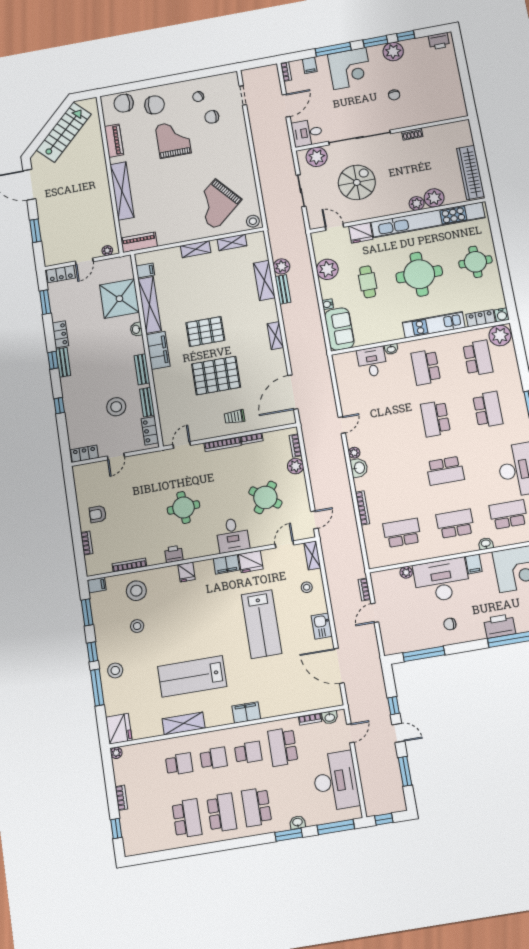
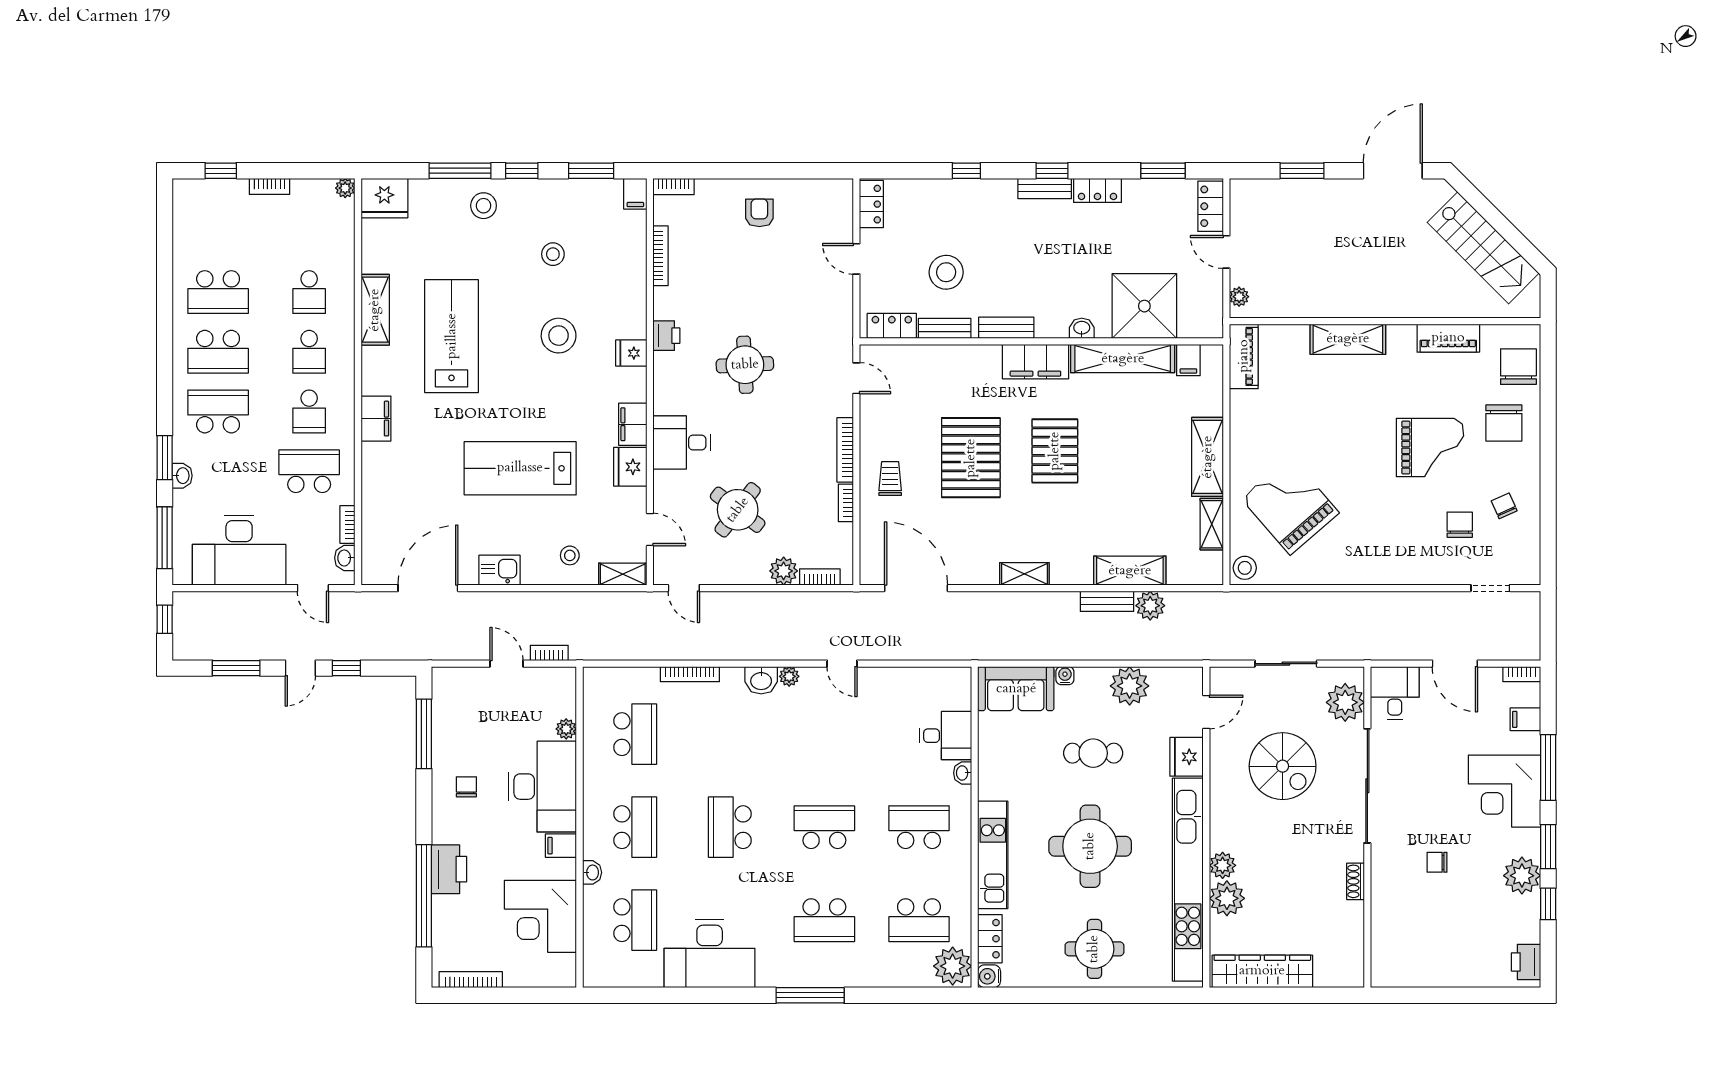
shelving: (122, 191) -> (1348, 339), width x0.68
shelving: (196, 249) -> (1208, 457), width x1.50, depth x1.33
bookcase: (87, 543) -> (674, 186), moved
stool: (136, 591) -> (559, 336), moved

